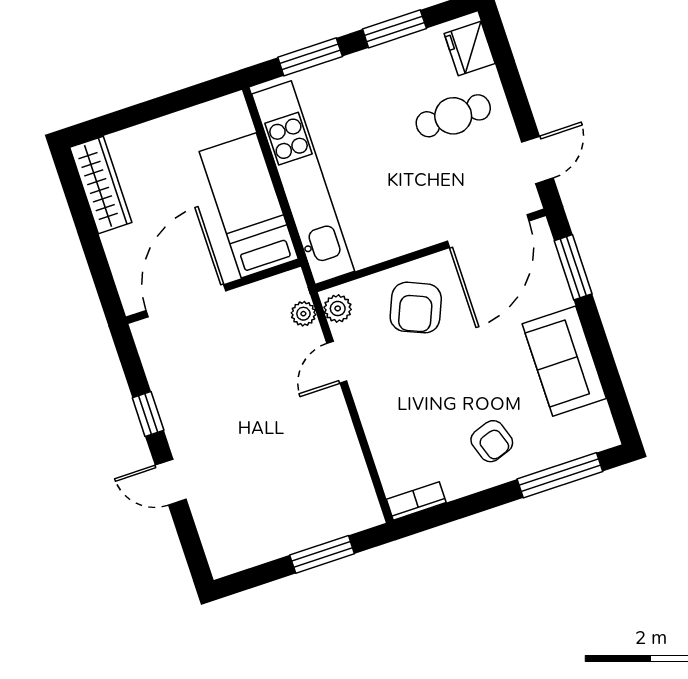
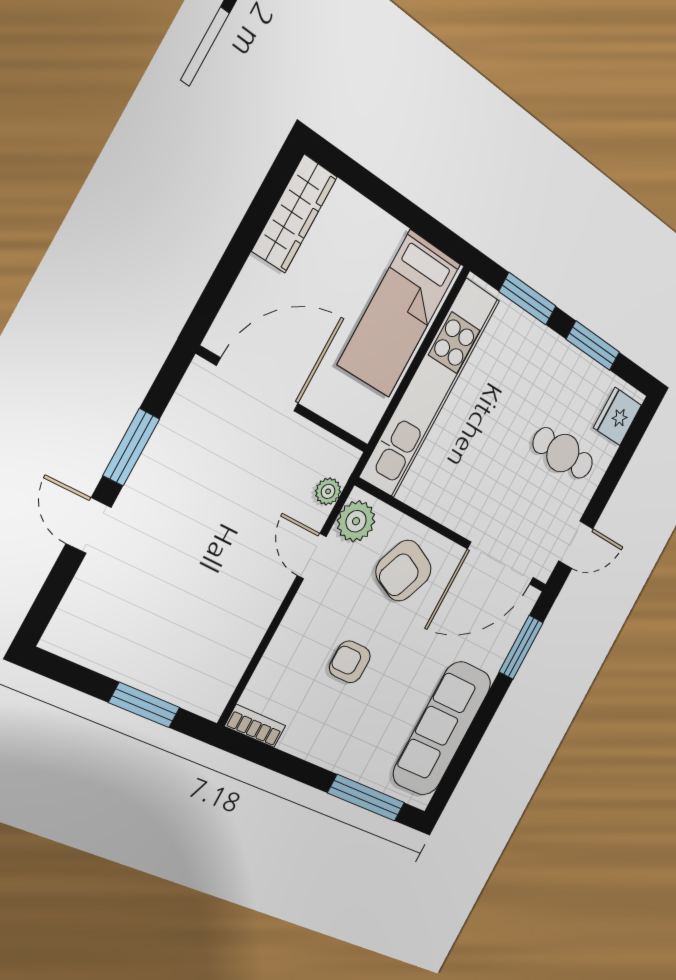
bed: (249, 205) -> (399, 314), moved, turned 180
plant: (338, 308) -> (356, 521), width x1.38, depth x1.38
sofa: (564, 361) -> (442, 728), width x1.36
door: (337, 362) -> (312, 556), hinge flipped
window: (148, 414) -> (131, 447), width x1.50
armchair: (492, 441) -> (350, 662), moved, turned 109

